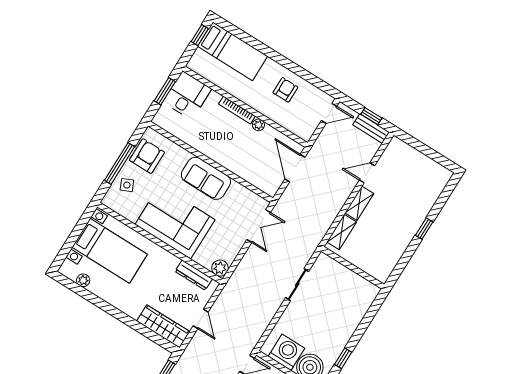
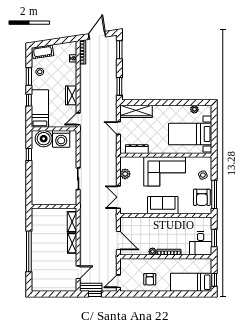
window: (120, 163) -> (214, 194), moved
door: (367, 173) -> (78, 272), moved
window: (424, 229) -> (29, 251), width x3.17
plant: (220, 268) -> (125, 174), moved

